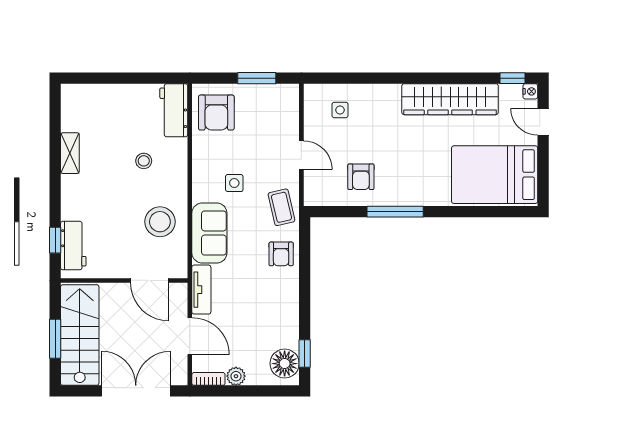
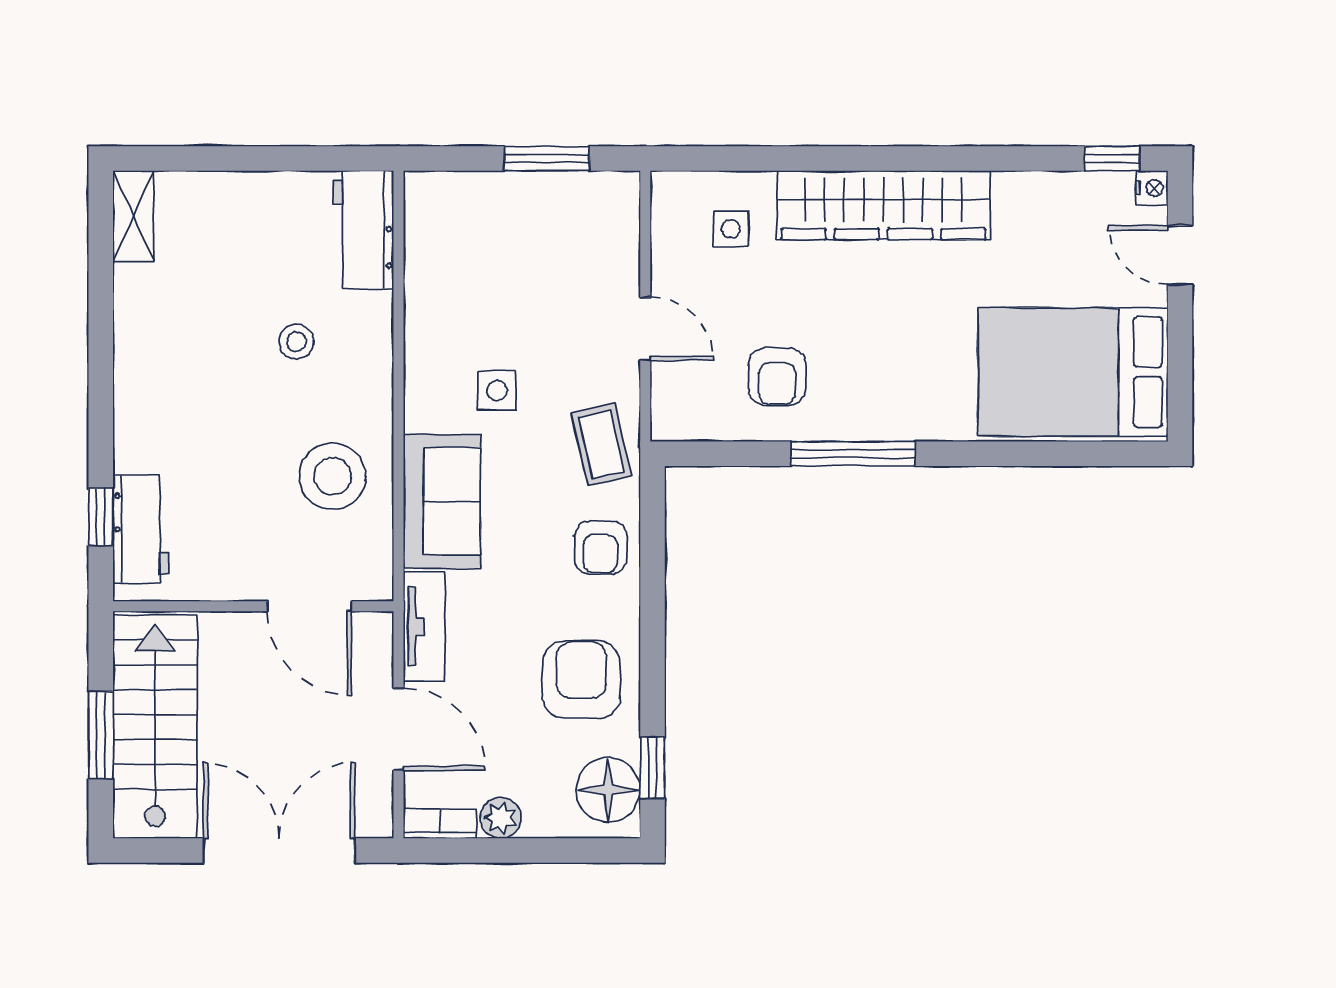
wardrobe: (450, 99) -> (883, 205), moved
armchair: (216, 113) -> (581, 680), moved, turned 180
shelving: (70, 153) -> (133, 216), moved

